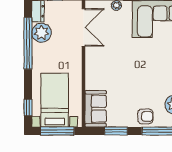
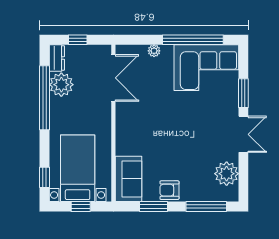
armchair: (145, 116) -> (169, 190), moved, turned 180
window: (57, 131) -> (81, 207), width x0.46

